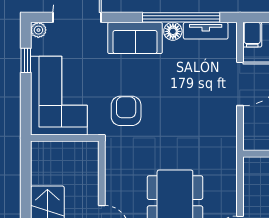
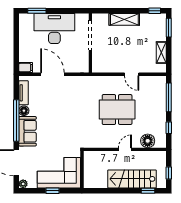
window: (181, 17) -> (16, 120), moved
window: (26, 60) -> (52, 191), moved
armchair: (126, 111) -> (67, 136), removed

